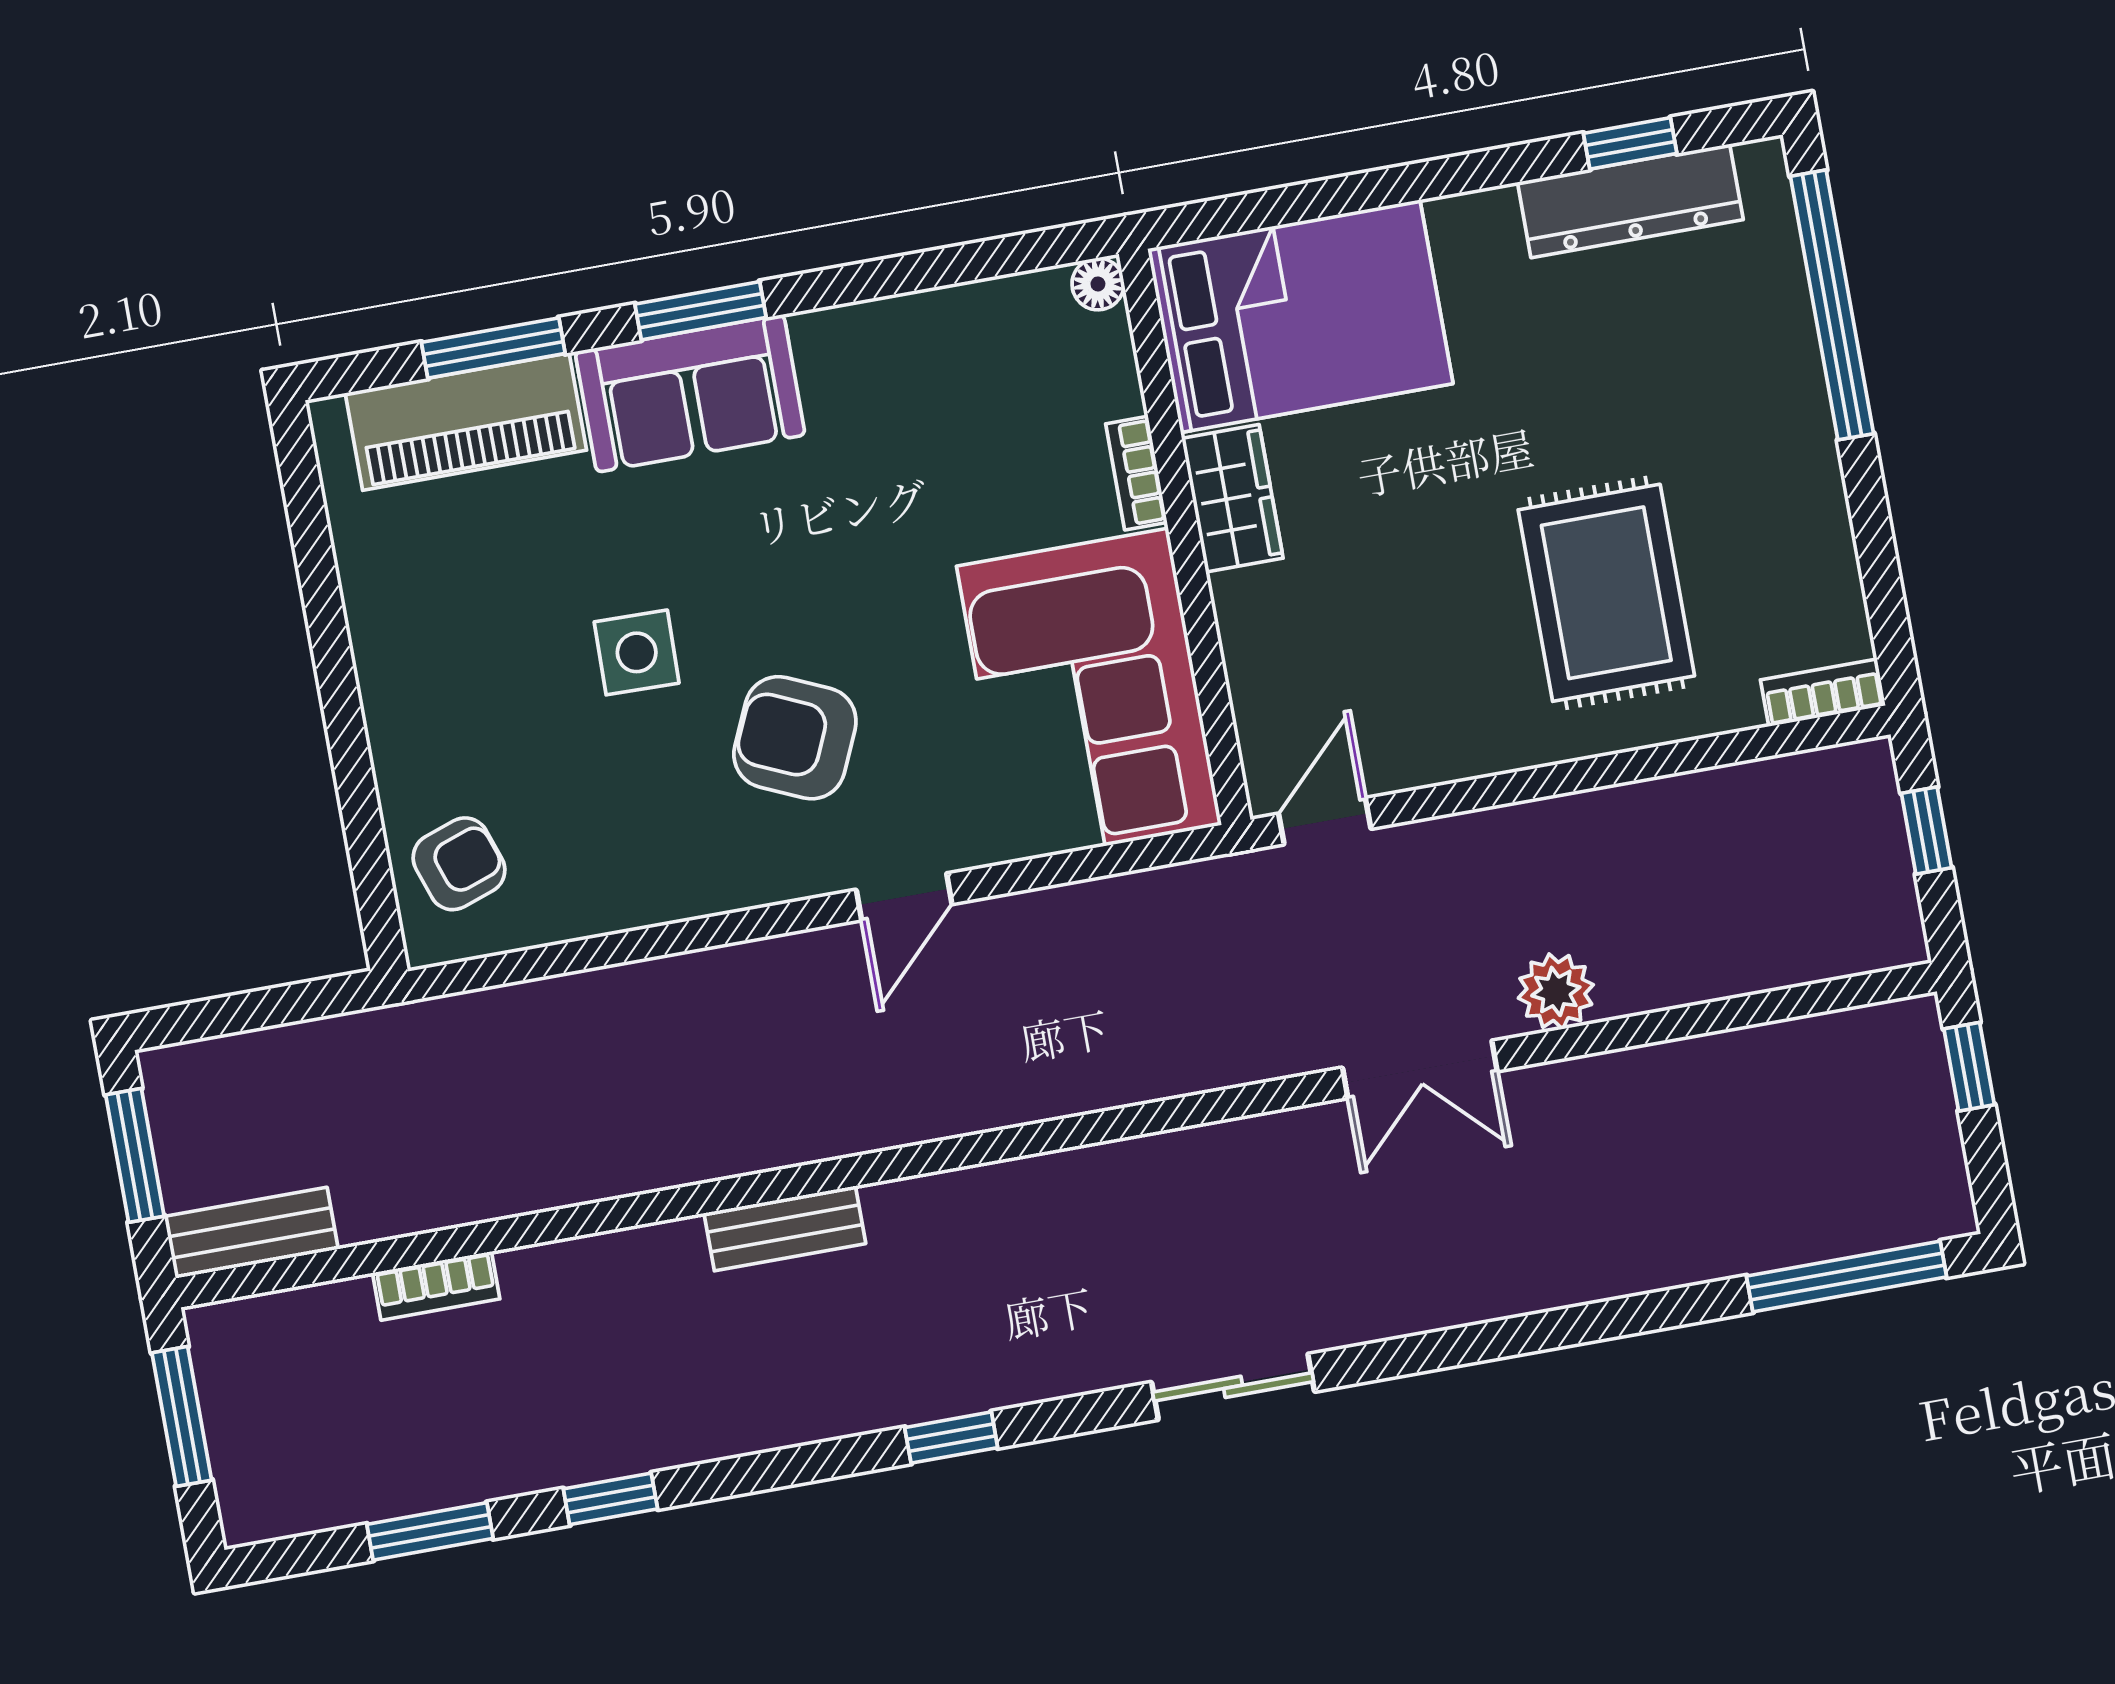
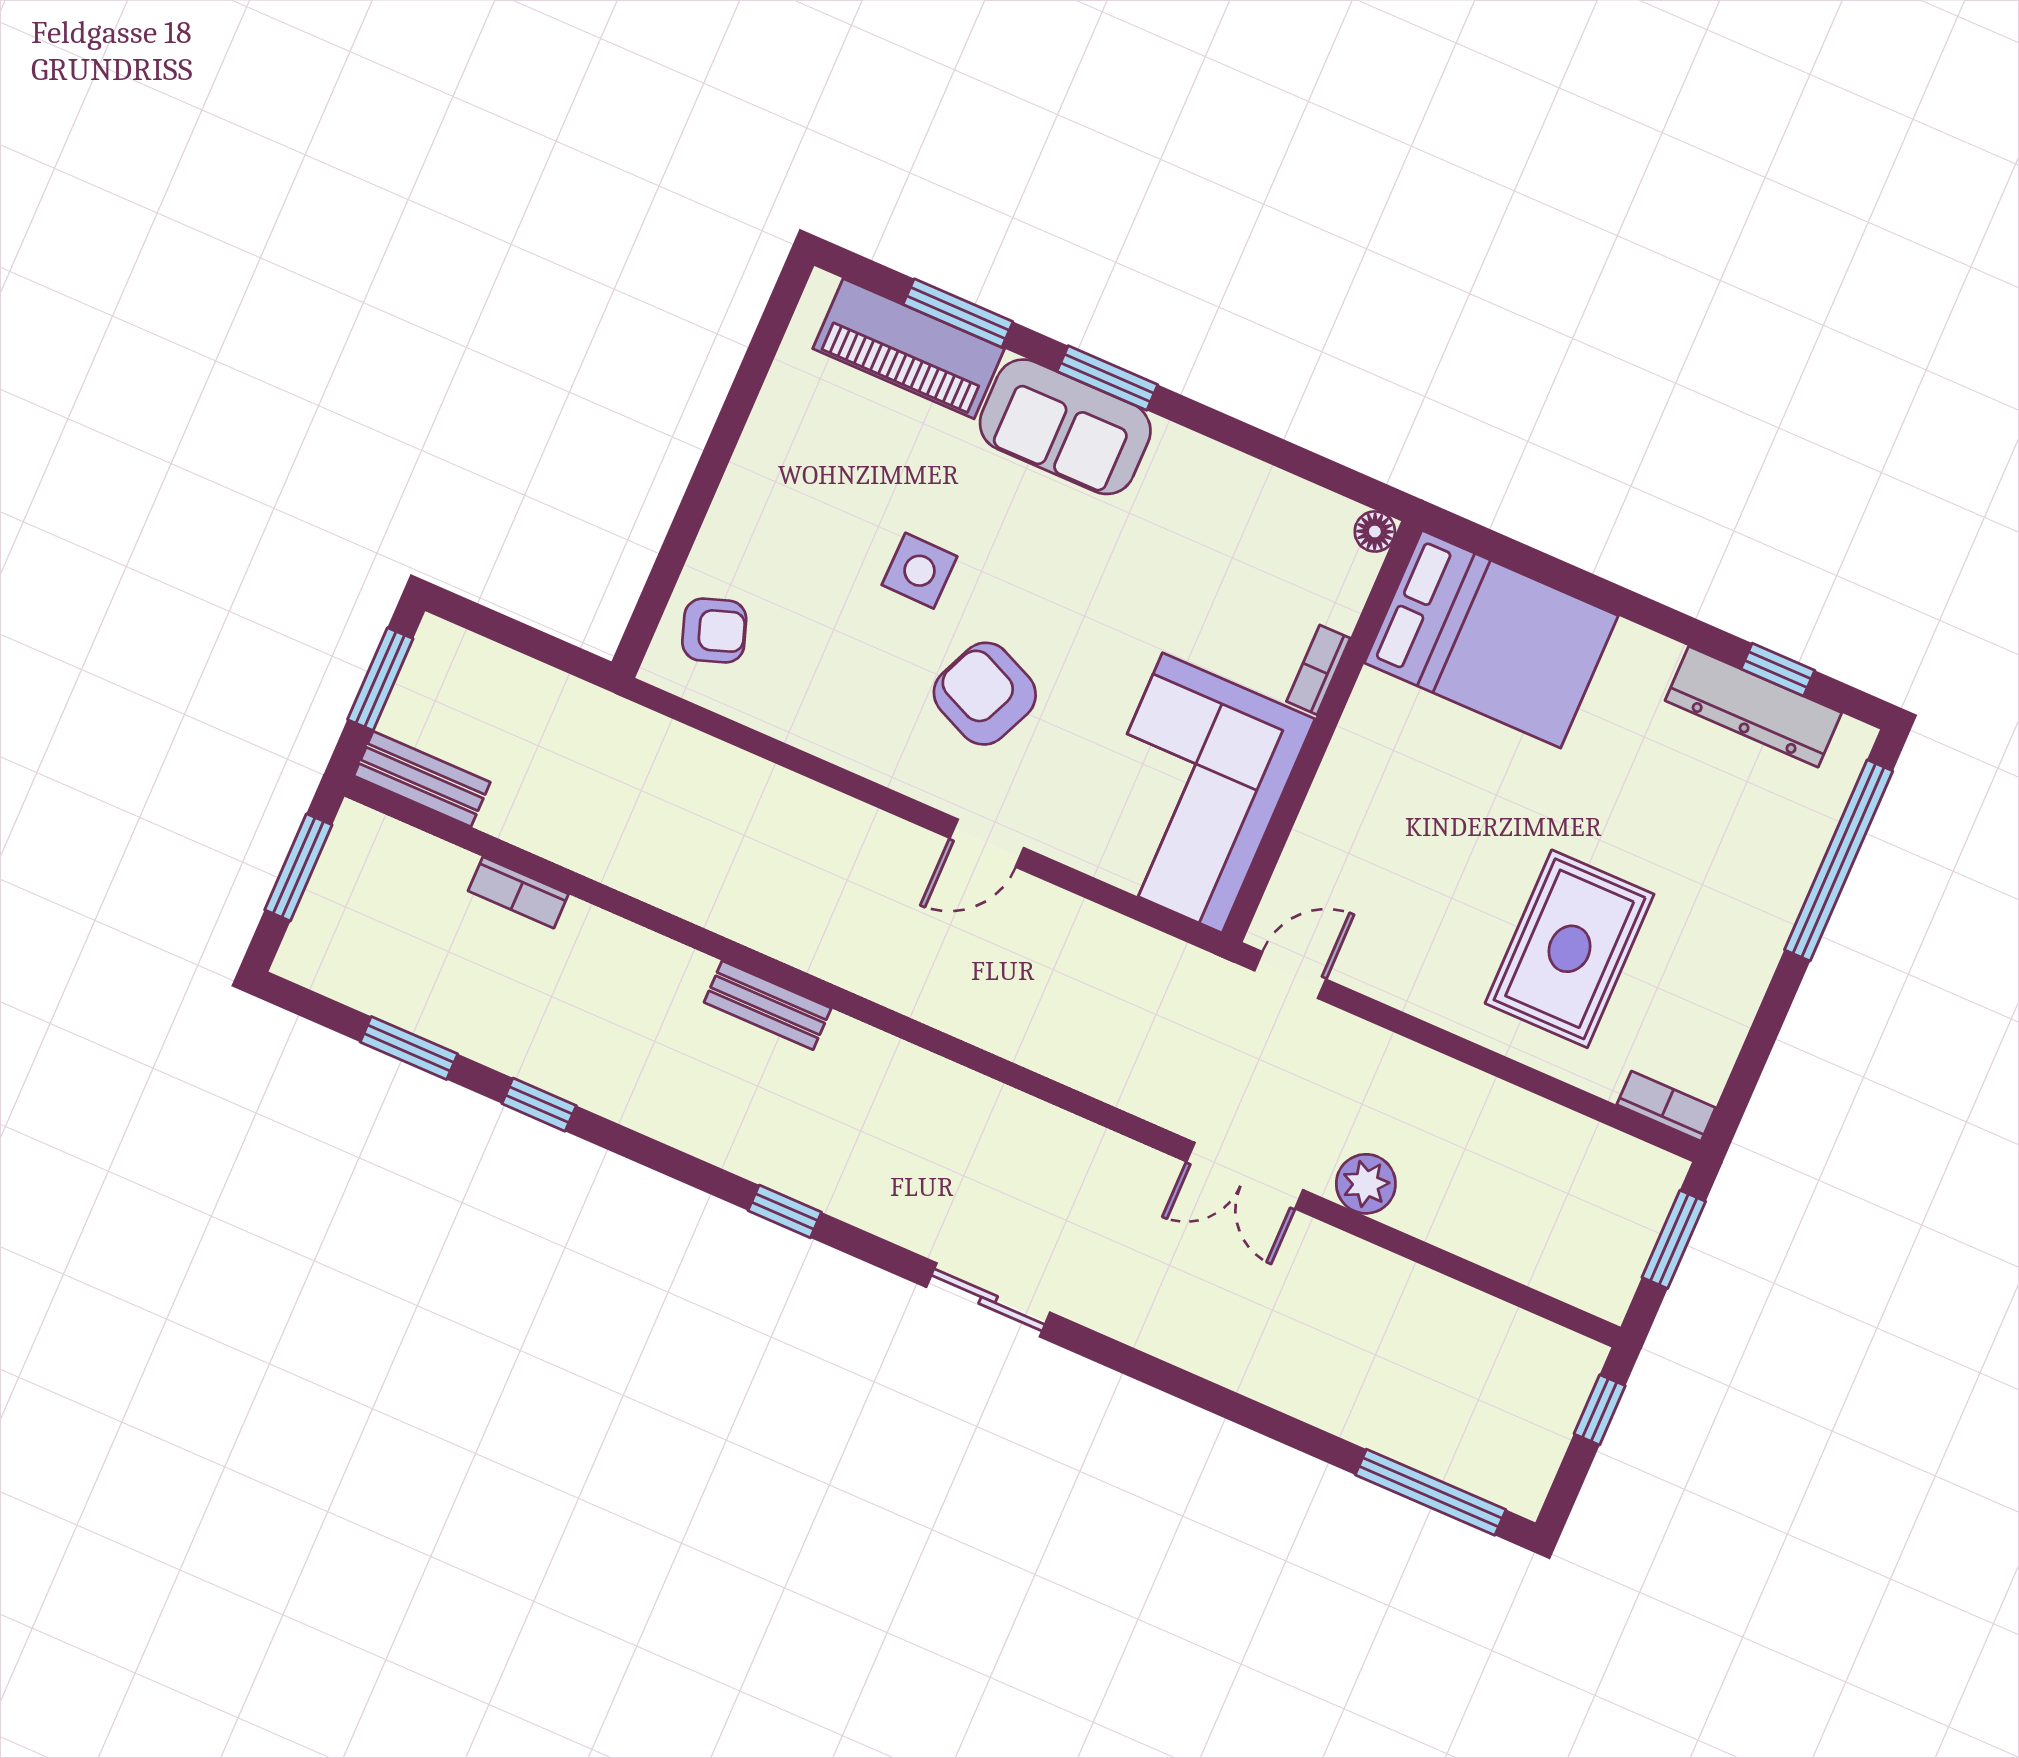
wardrobe: (1232, 498) -> (1369, 727), removed
window: (1927, 830) -> (1674, 1239), width x1.50

